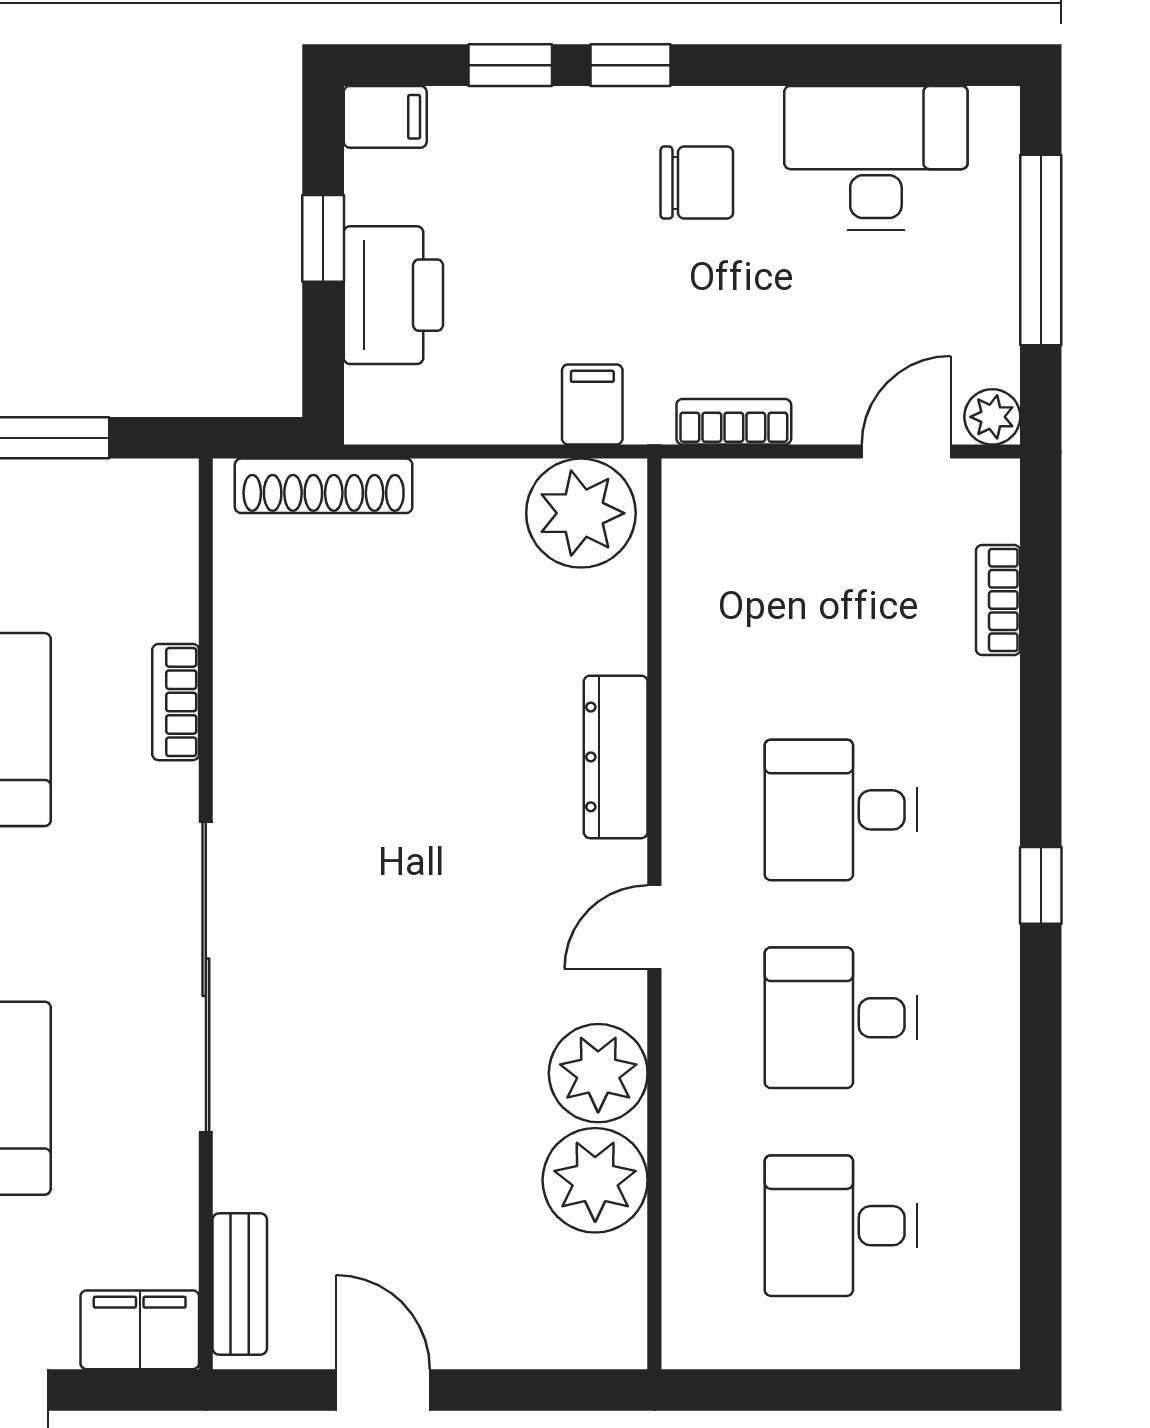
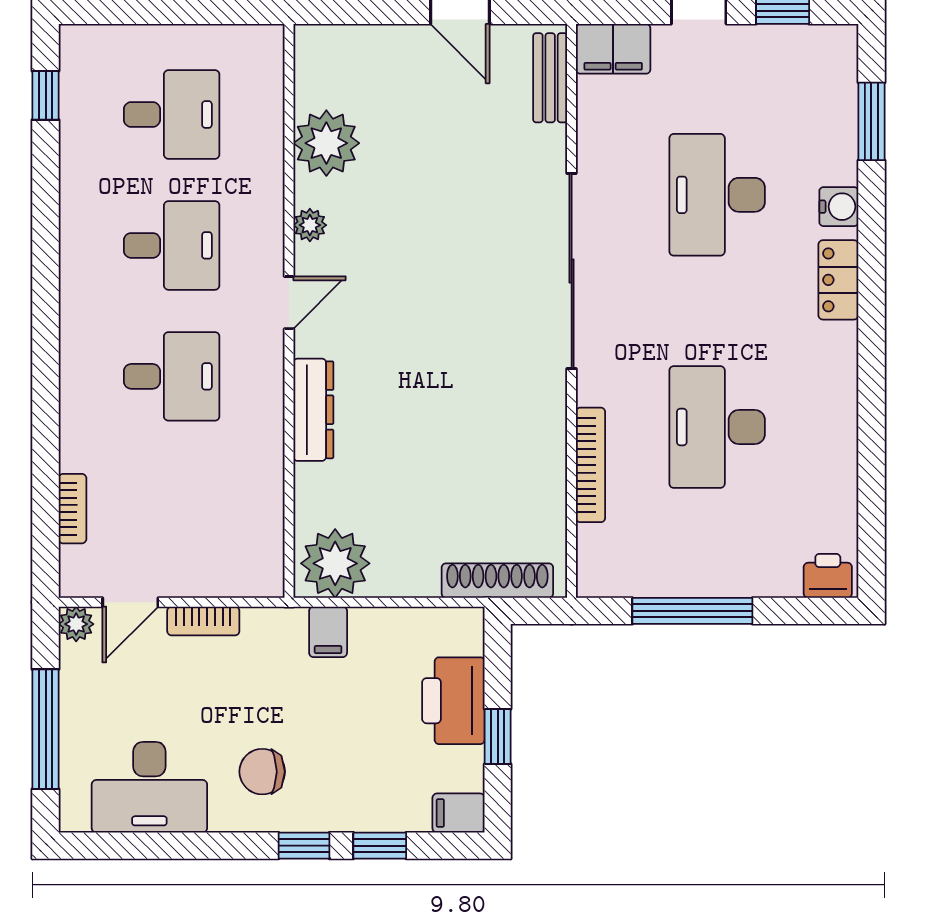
bookcase: (734, 422) -> (203, 621), moved
bookcase: (176, 702) -> (591, 465), width x1.56
window: (1041, 885) -> (46, 95), moved
plant: (598, 1073) -> (310, 225), width x0.53, depth x0.53

